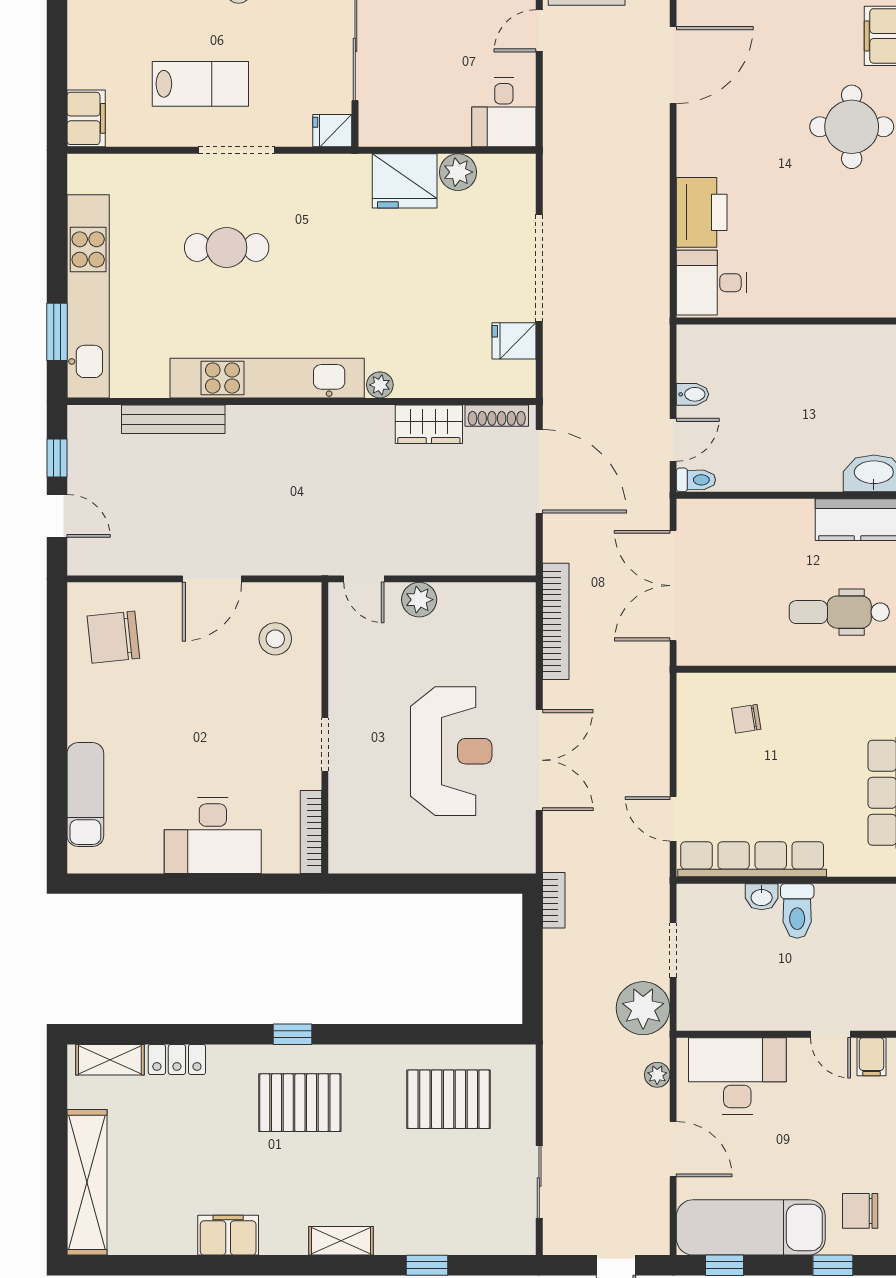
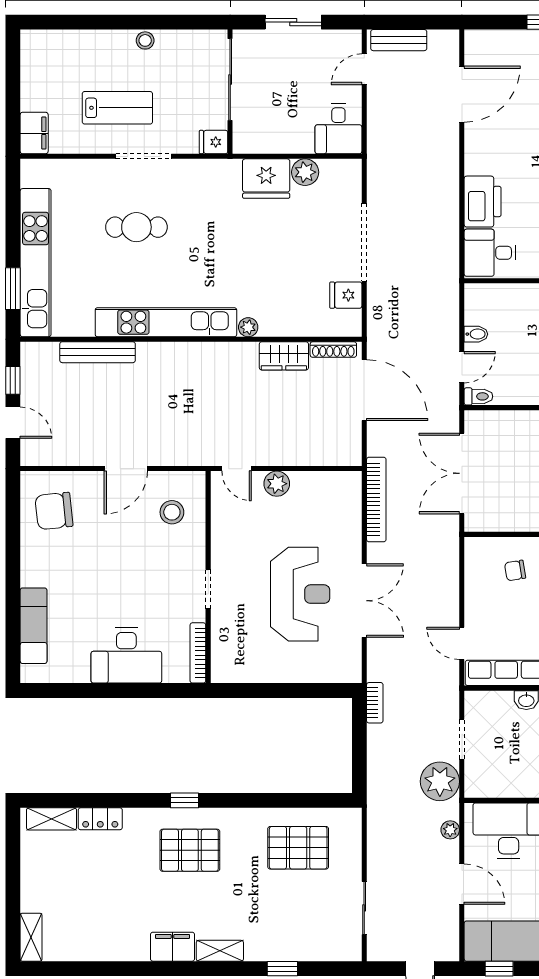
shelving: (87, 1182) -> (31, 937), width x0.45, depth x0.75
filing cabinet: (228, 1235) -> (172, 947), moved

